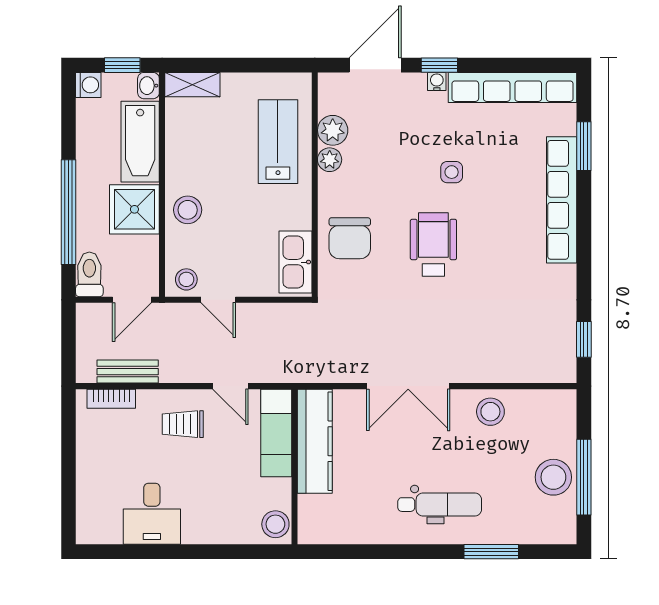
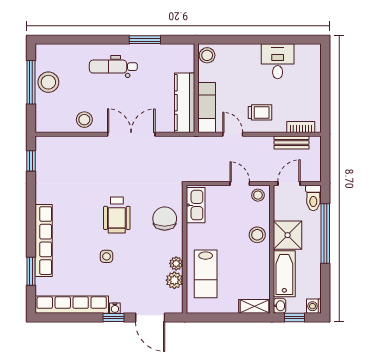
door: (375, 65) -> (150, 317), hinge flipped
window: (491, 552) -> (145, 40), moved

